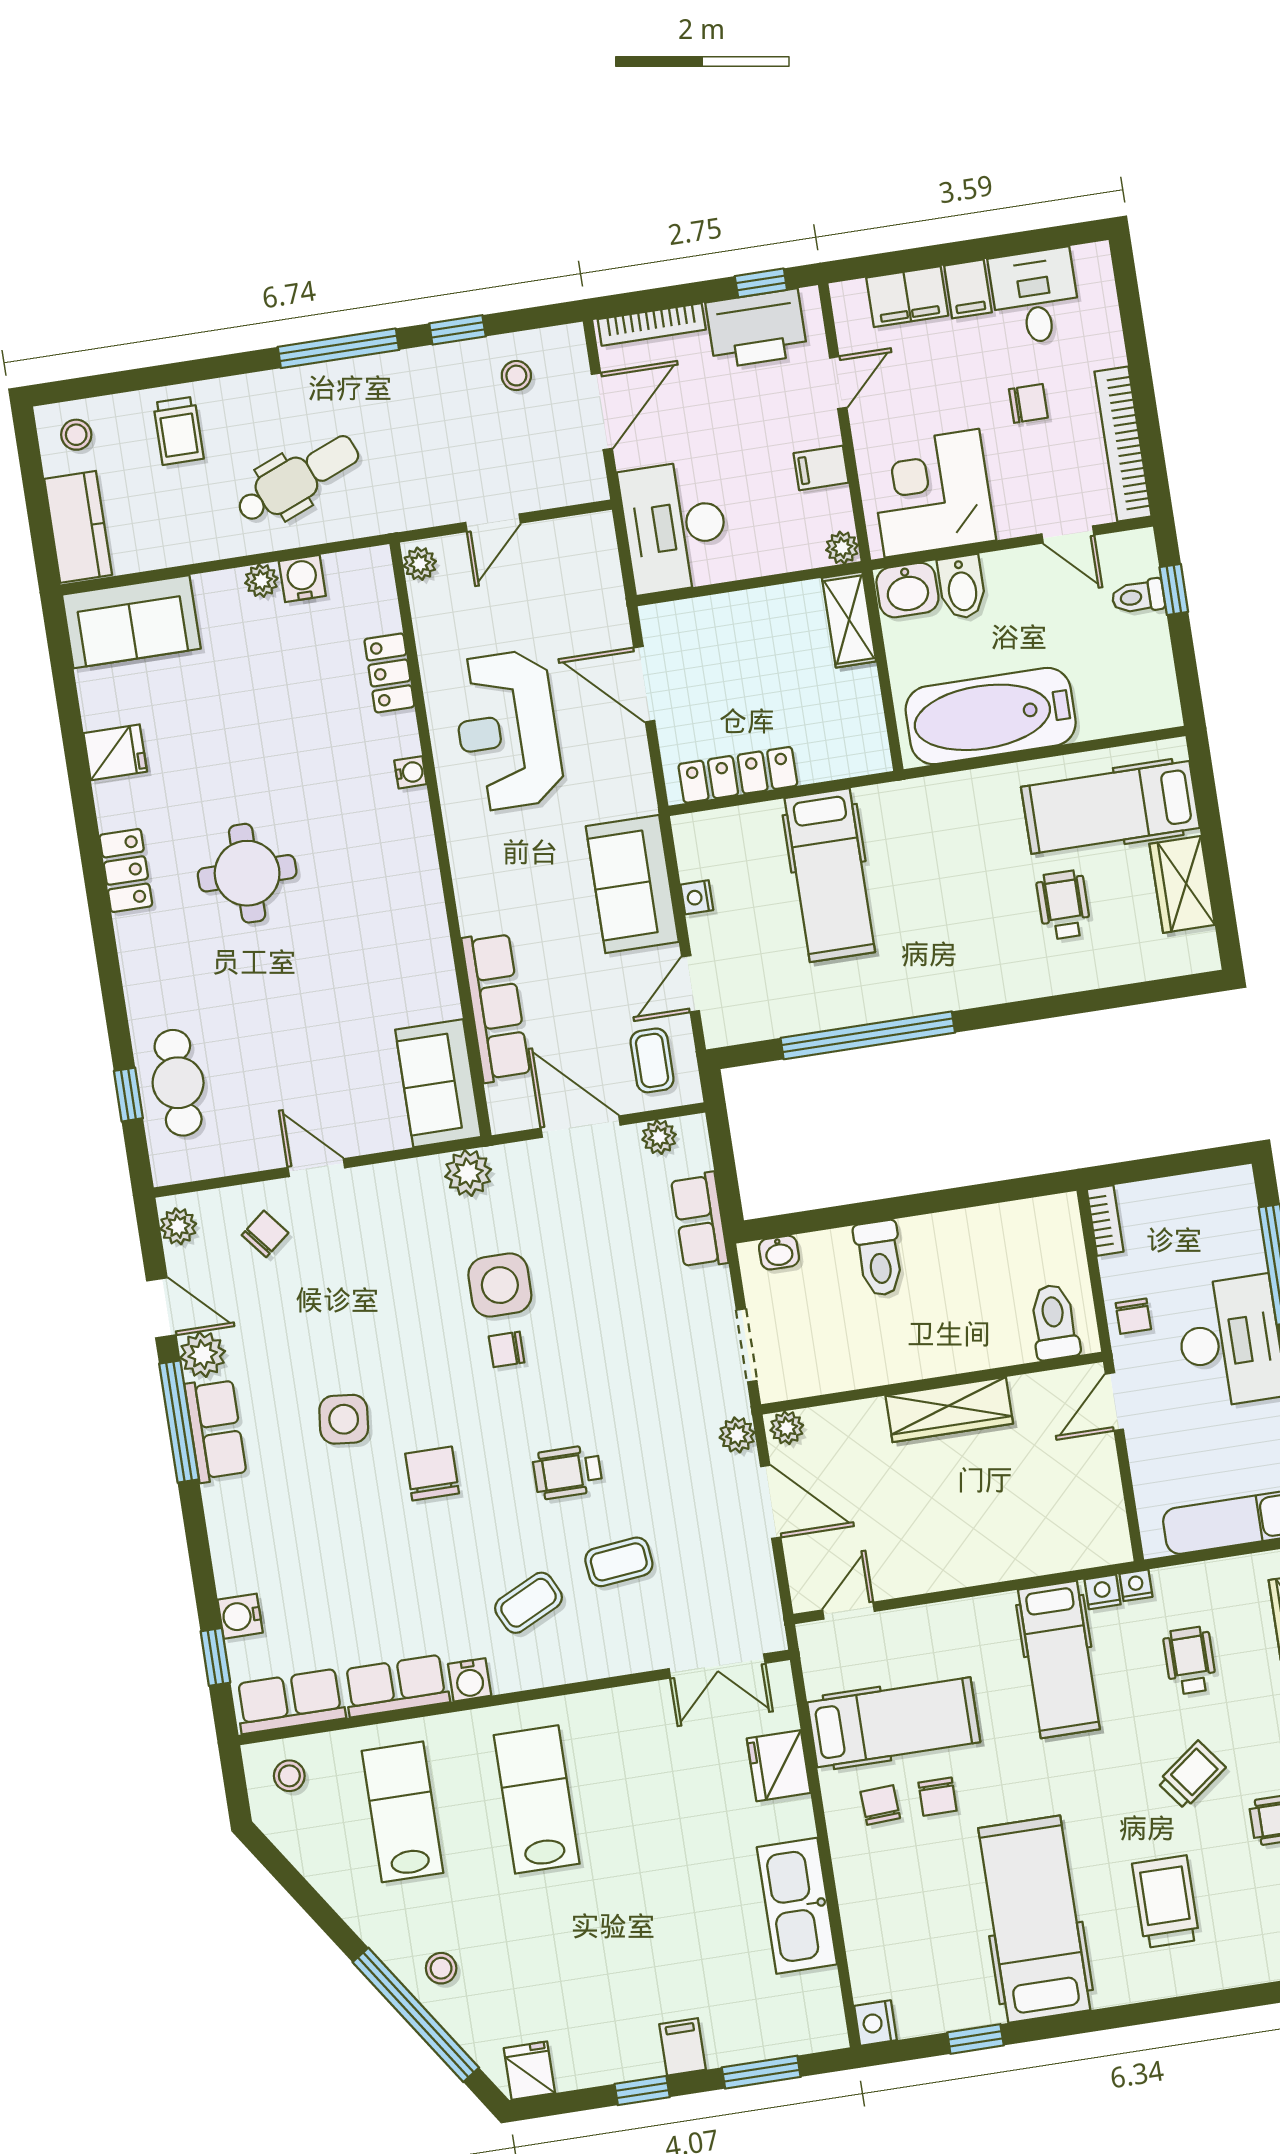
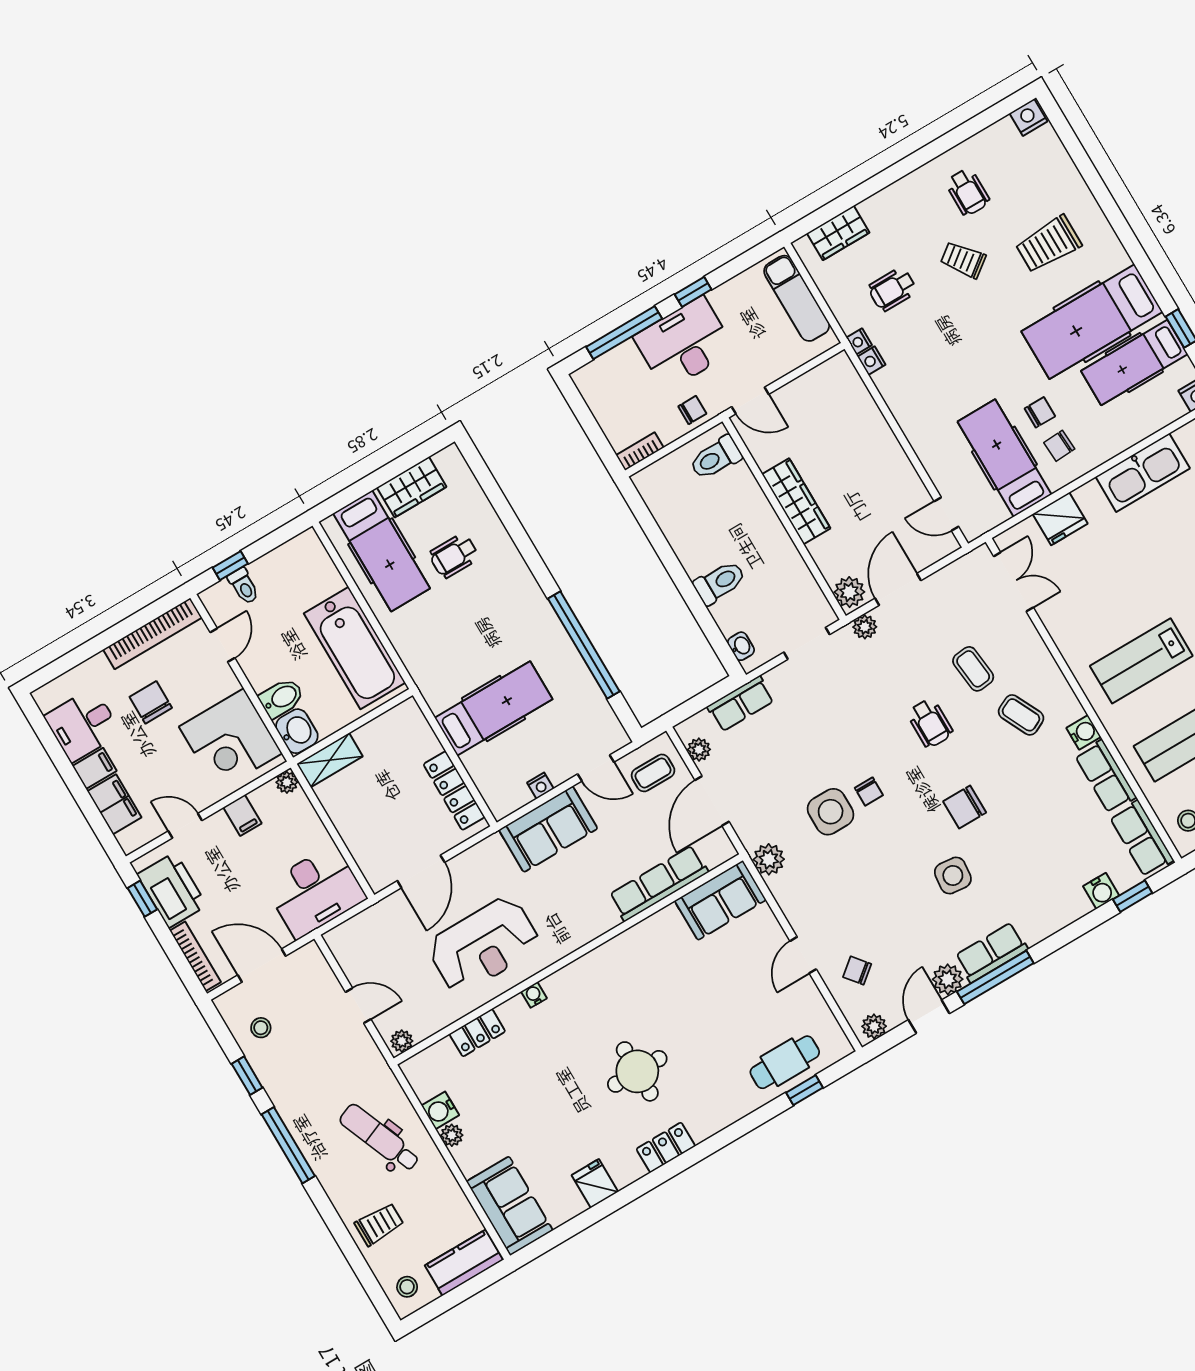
chair: (1028, 403) -> (151, 702), width x1.37, depth x1.37
plant: (787, 1428) -> (849, 592), width x1.38, depth x1.38
hospital bed: (1059, 1659) -> (1134, 362), moved, turned 180

